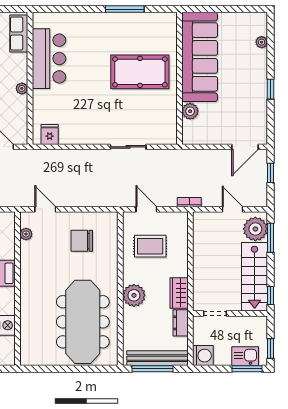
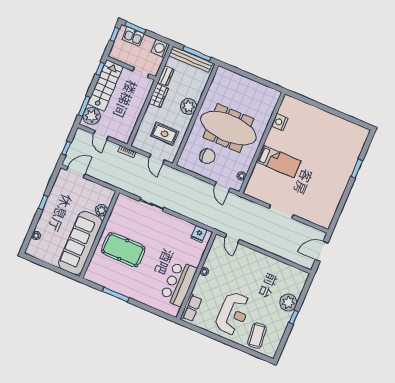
meeting table: (83, 322) -> (228, 128), moved, turned 90

